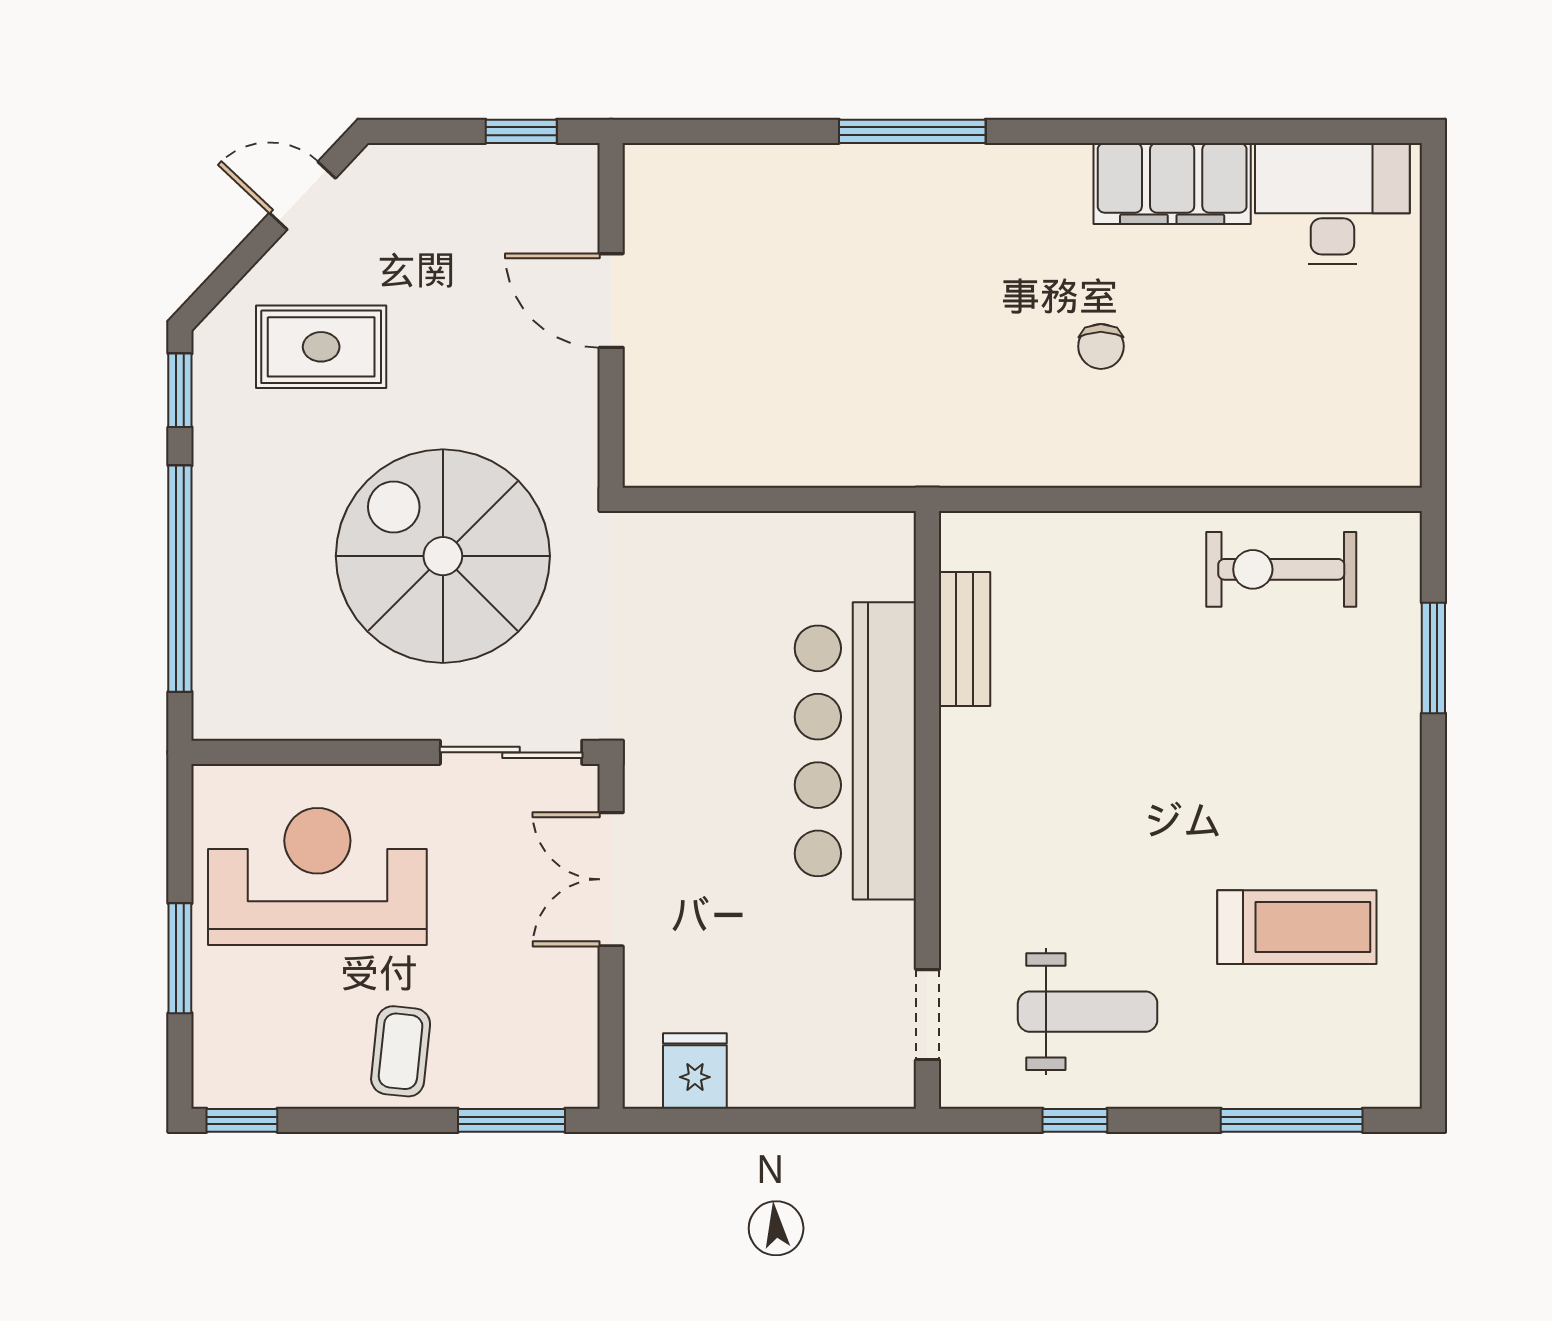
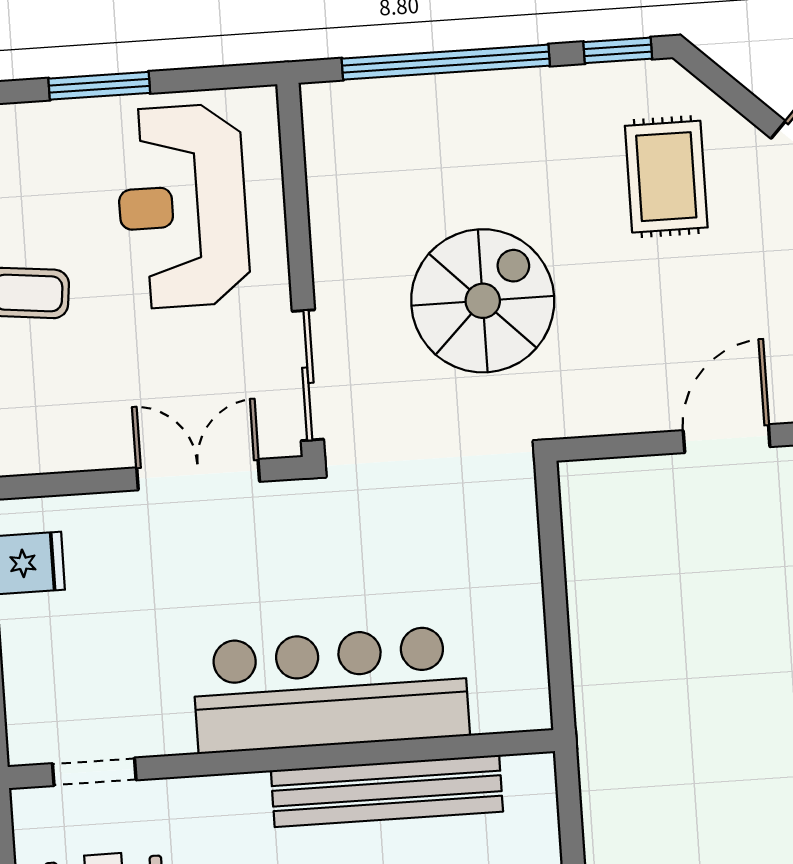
spiral stairs: (443, 556) -> (483, 301), width x0.73, depth x0.73
bench: (965, 639) -> (387, 791), width x1.86, depth x1.21
reception desk: (317, 876) -> (182, 206), turned 180

